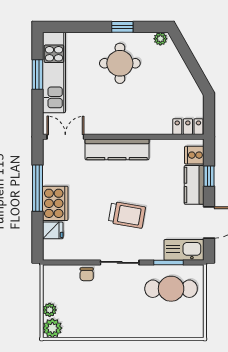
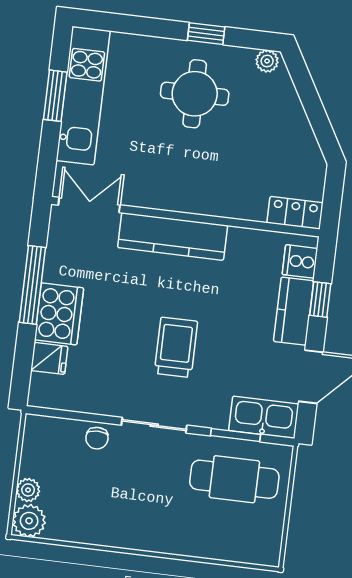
trolley: (127, 215) -> (176, 347), turned -100

